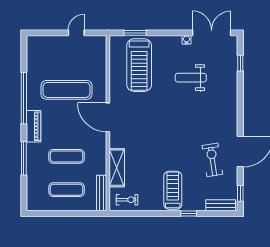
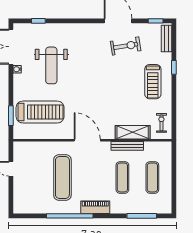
weight bench: (191, 78) -> (51, 65), width x1.36, depth x1.33
door: (108, 117) -> (87, 140), swing flipped
window: (24, 158) -> (142, 216), moved
exercise bike: (212, 160) -> (126, 46), turned 180
treadmill: (173, 190) -> (153, 82), turned -90
bench: (102, 193) -> (127, 146), moved

